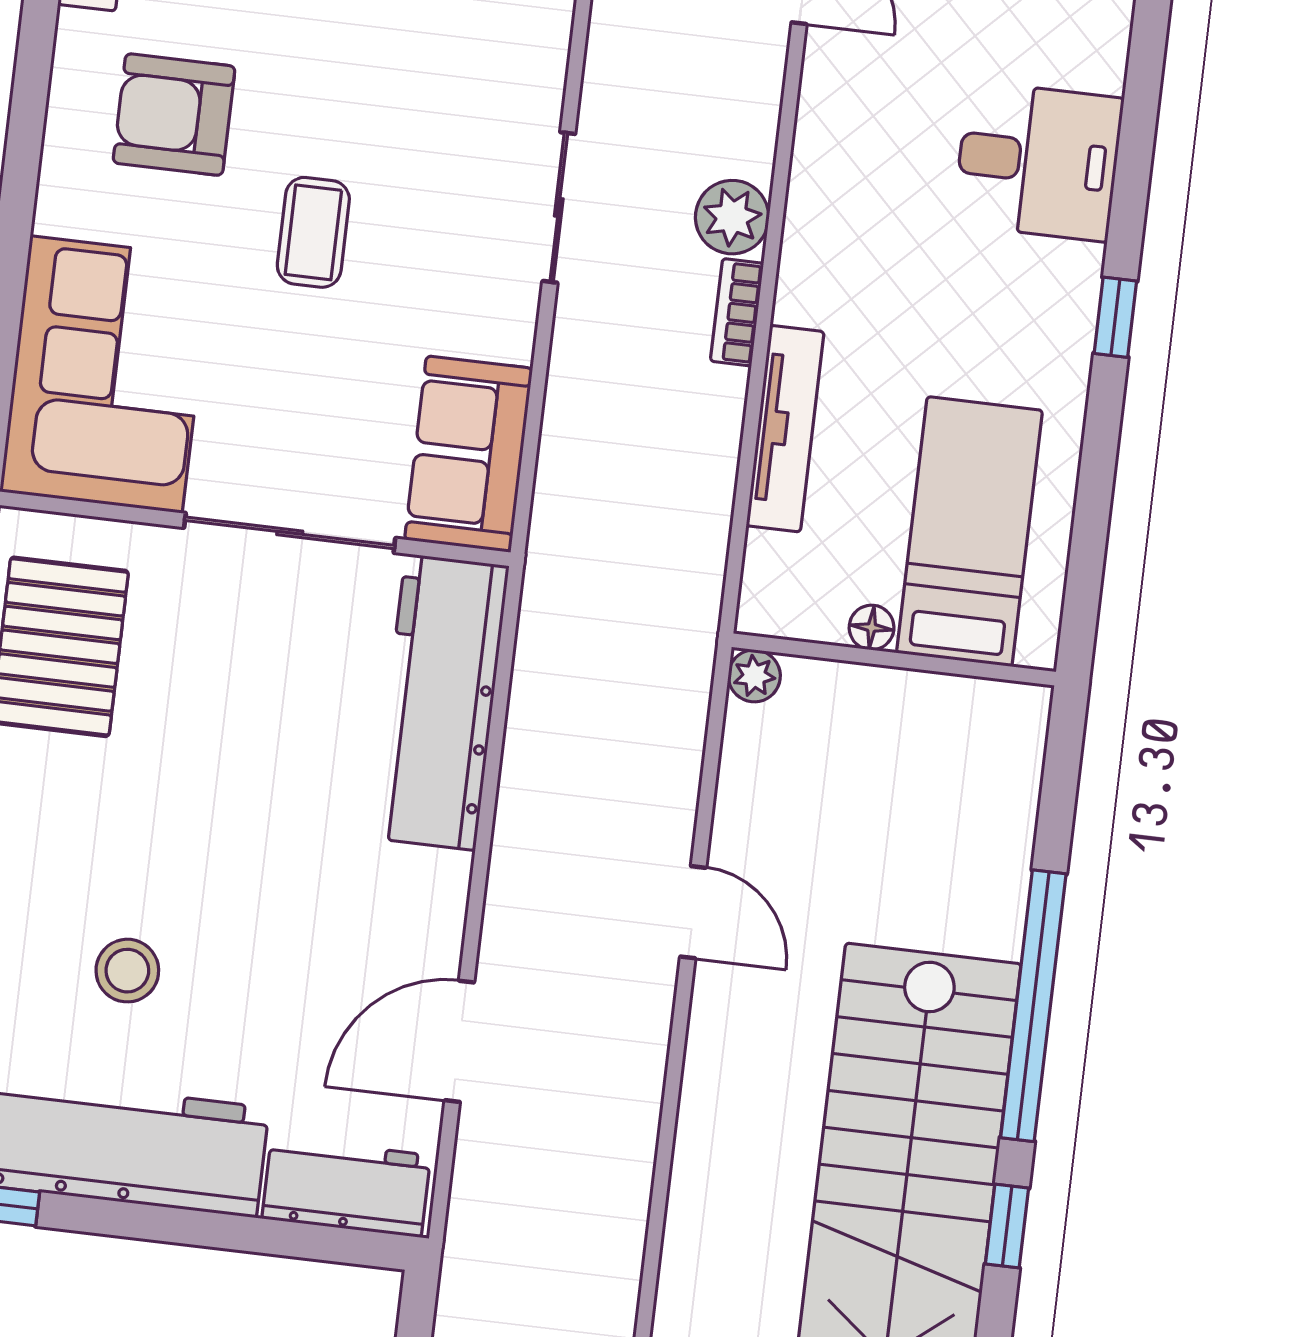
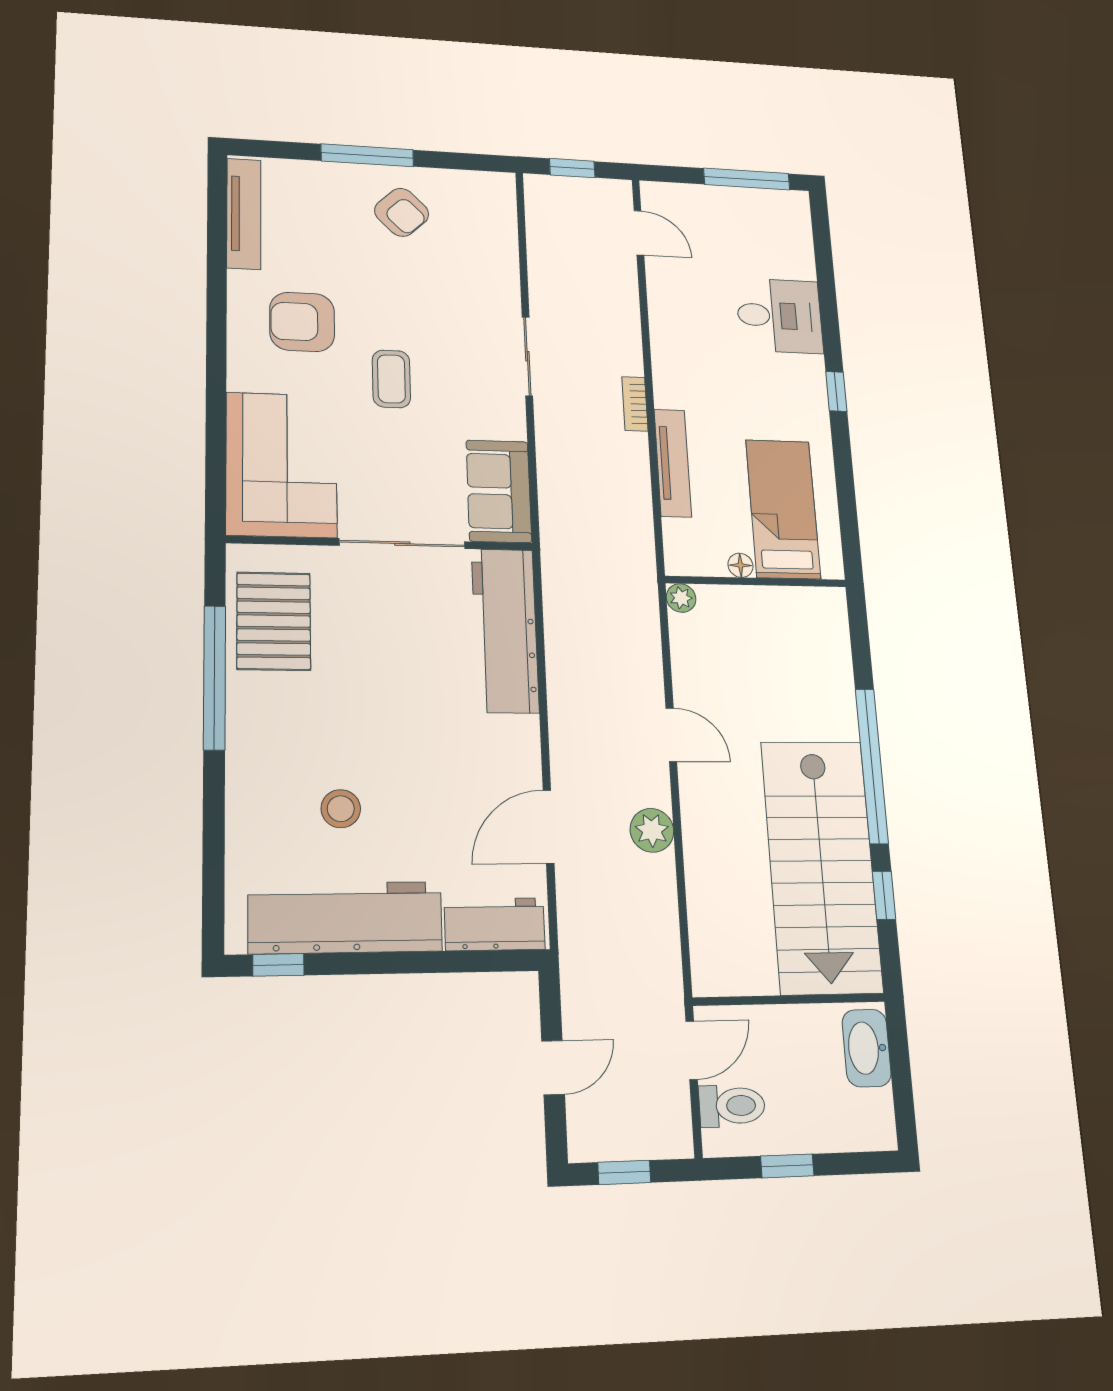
plant: (732, 217) -> (652, 830), moved

